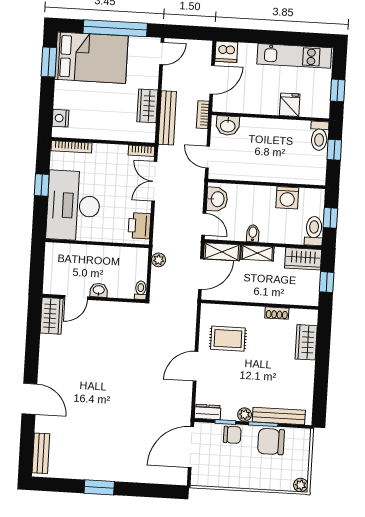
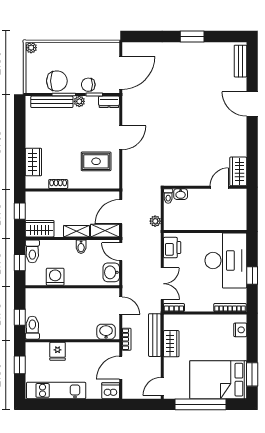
washbasin: (99, 290) -> (181, 194), moved

